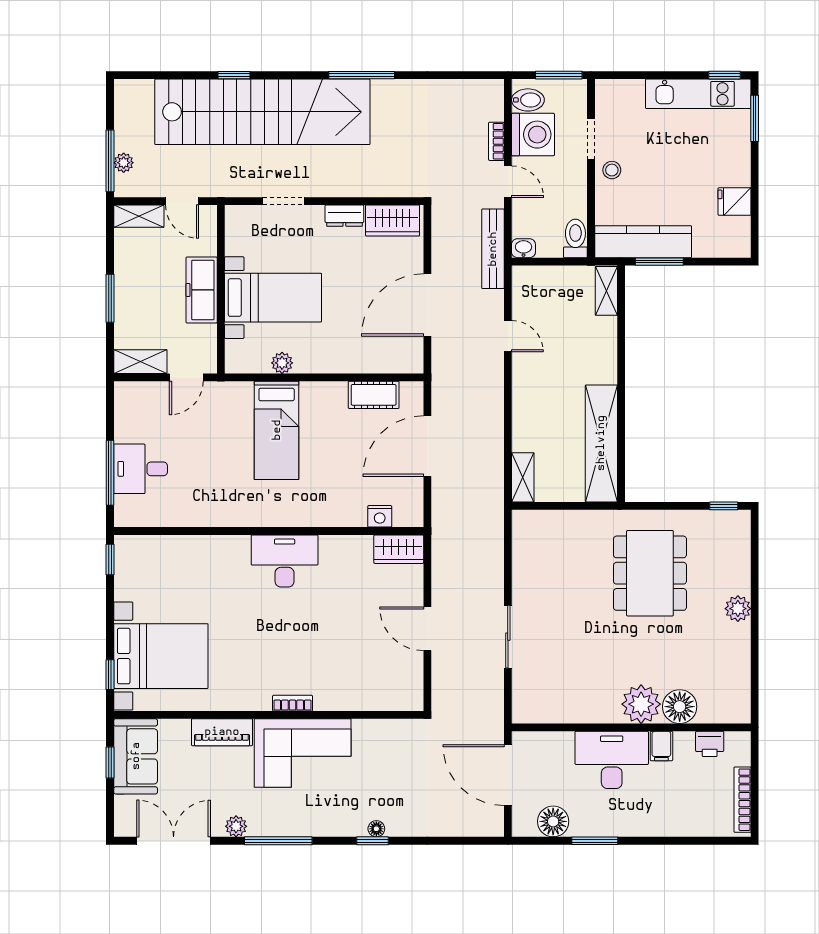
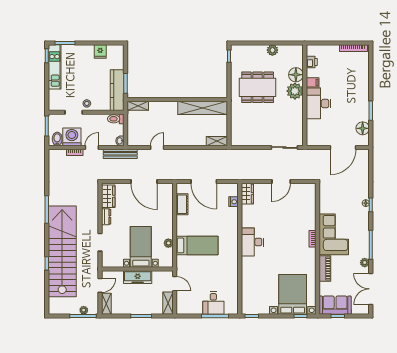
plant: (641, 704) -> (295, 91), moved
floor lamp: (680, 707) -> (296, 75), moved
wall: (631, 727) -> (305, 95), moved
printer: (710, 744) -> (312, 62), moved
filing cabinet: (661, 746) -> (313, 82), moved
desk: (612, 760) -> (318, 103), moved

